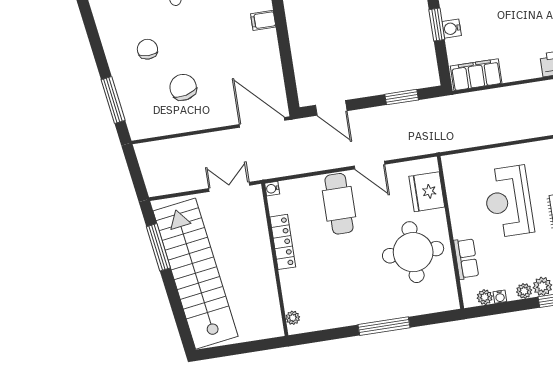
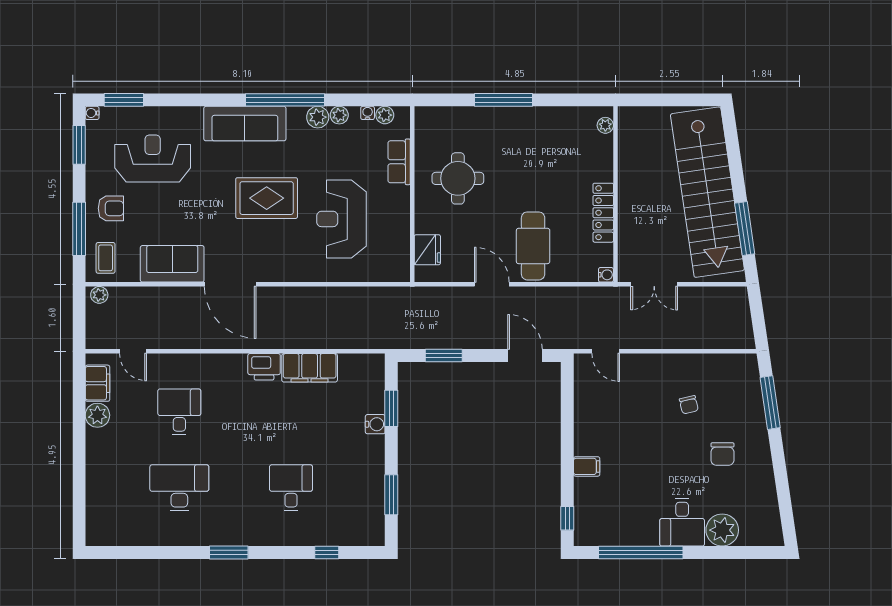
window: (437, 25) -> (391, 408), moved
filing cabinet: (476, 75) -> (310, 368), moved
chair: (183, 87) -> (689, 405), width x0.54, depth x0.54
door: (262, 122) -> (606, 351), width x0.53
fridge: (427, 192) -> (427, 250), width x0.73, depth x0.75
reception desk: (508, 201) -> (342, 219), turned 180
round table: (413, 252) -> (458, 178), width x0.73, depth x0.73

